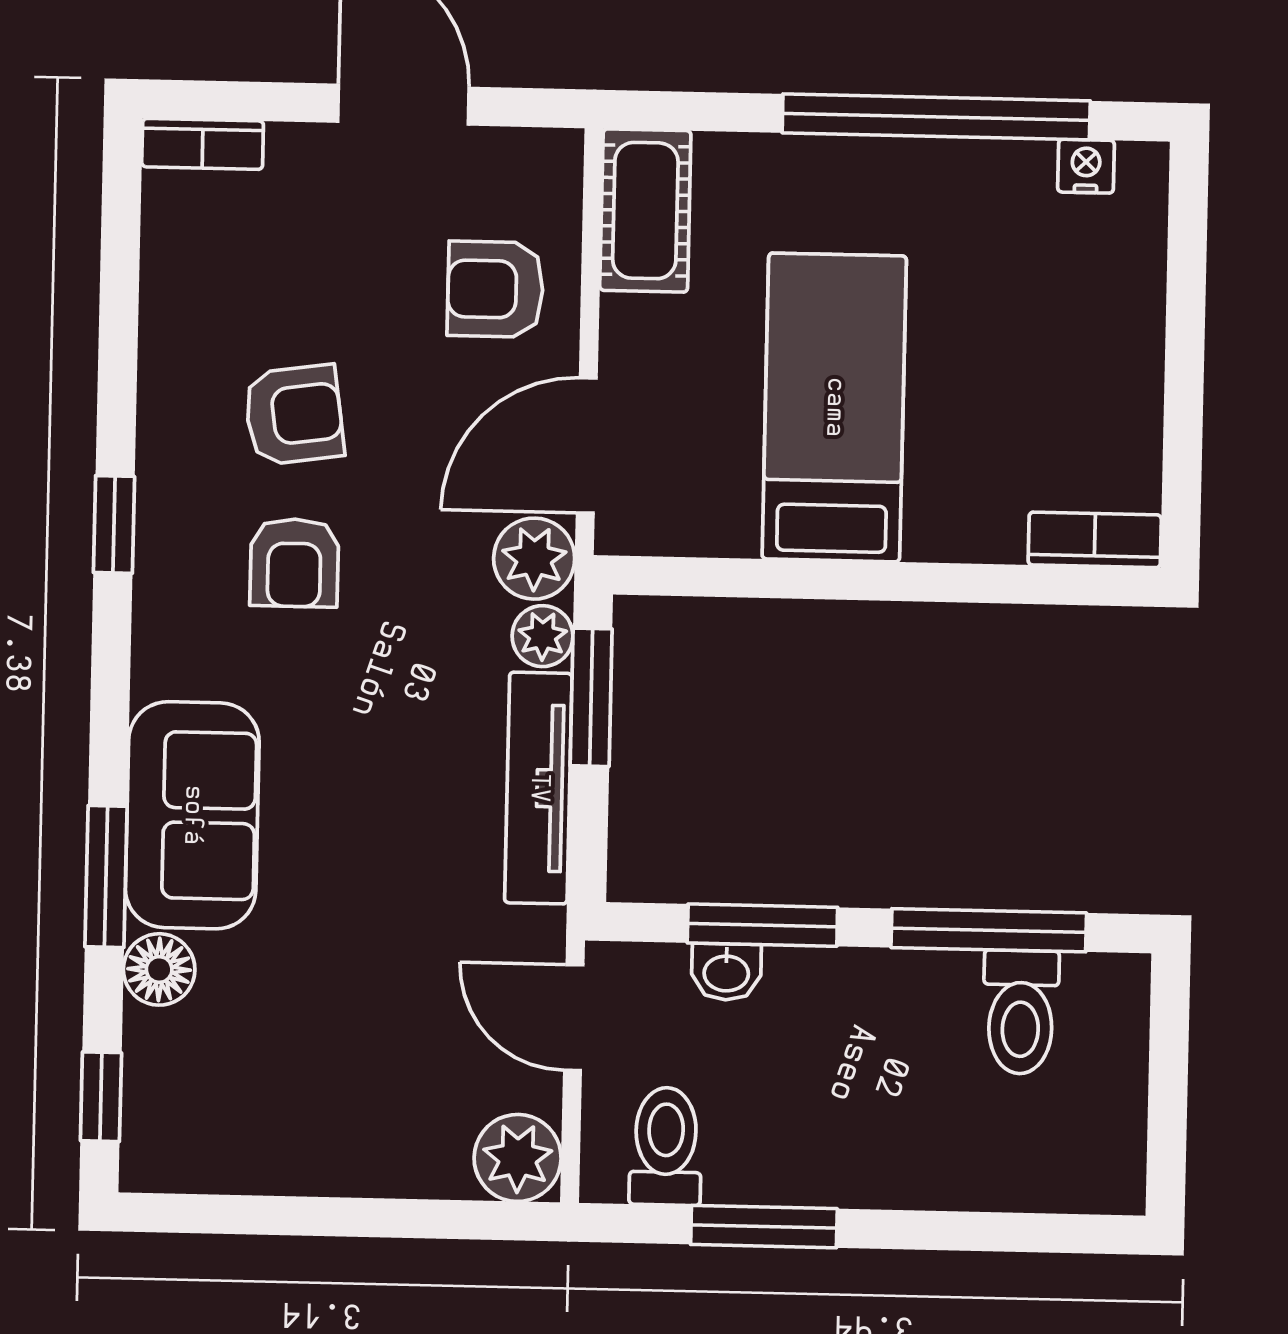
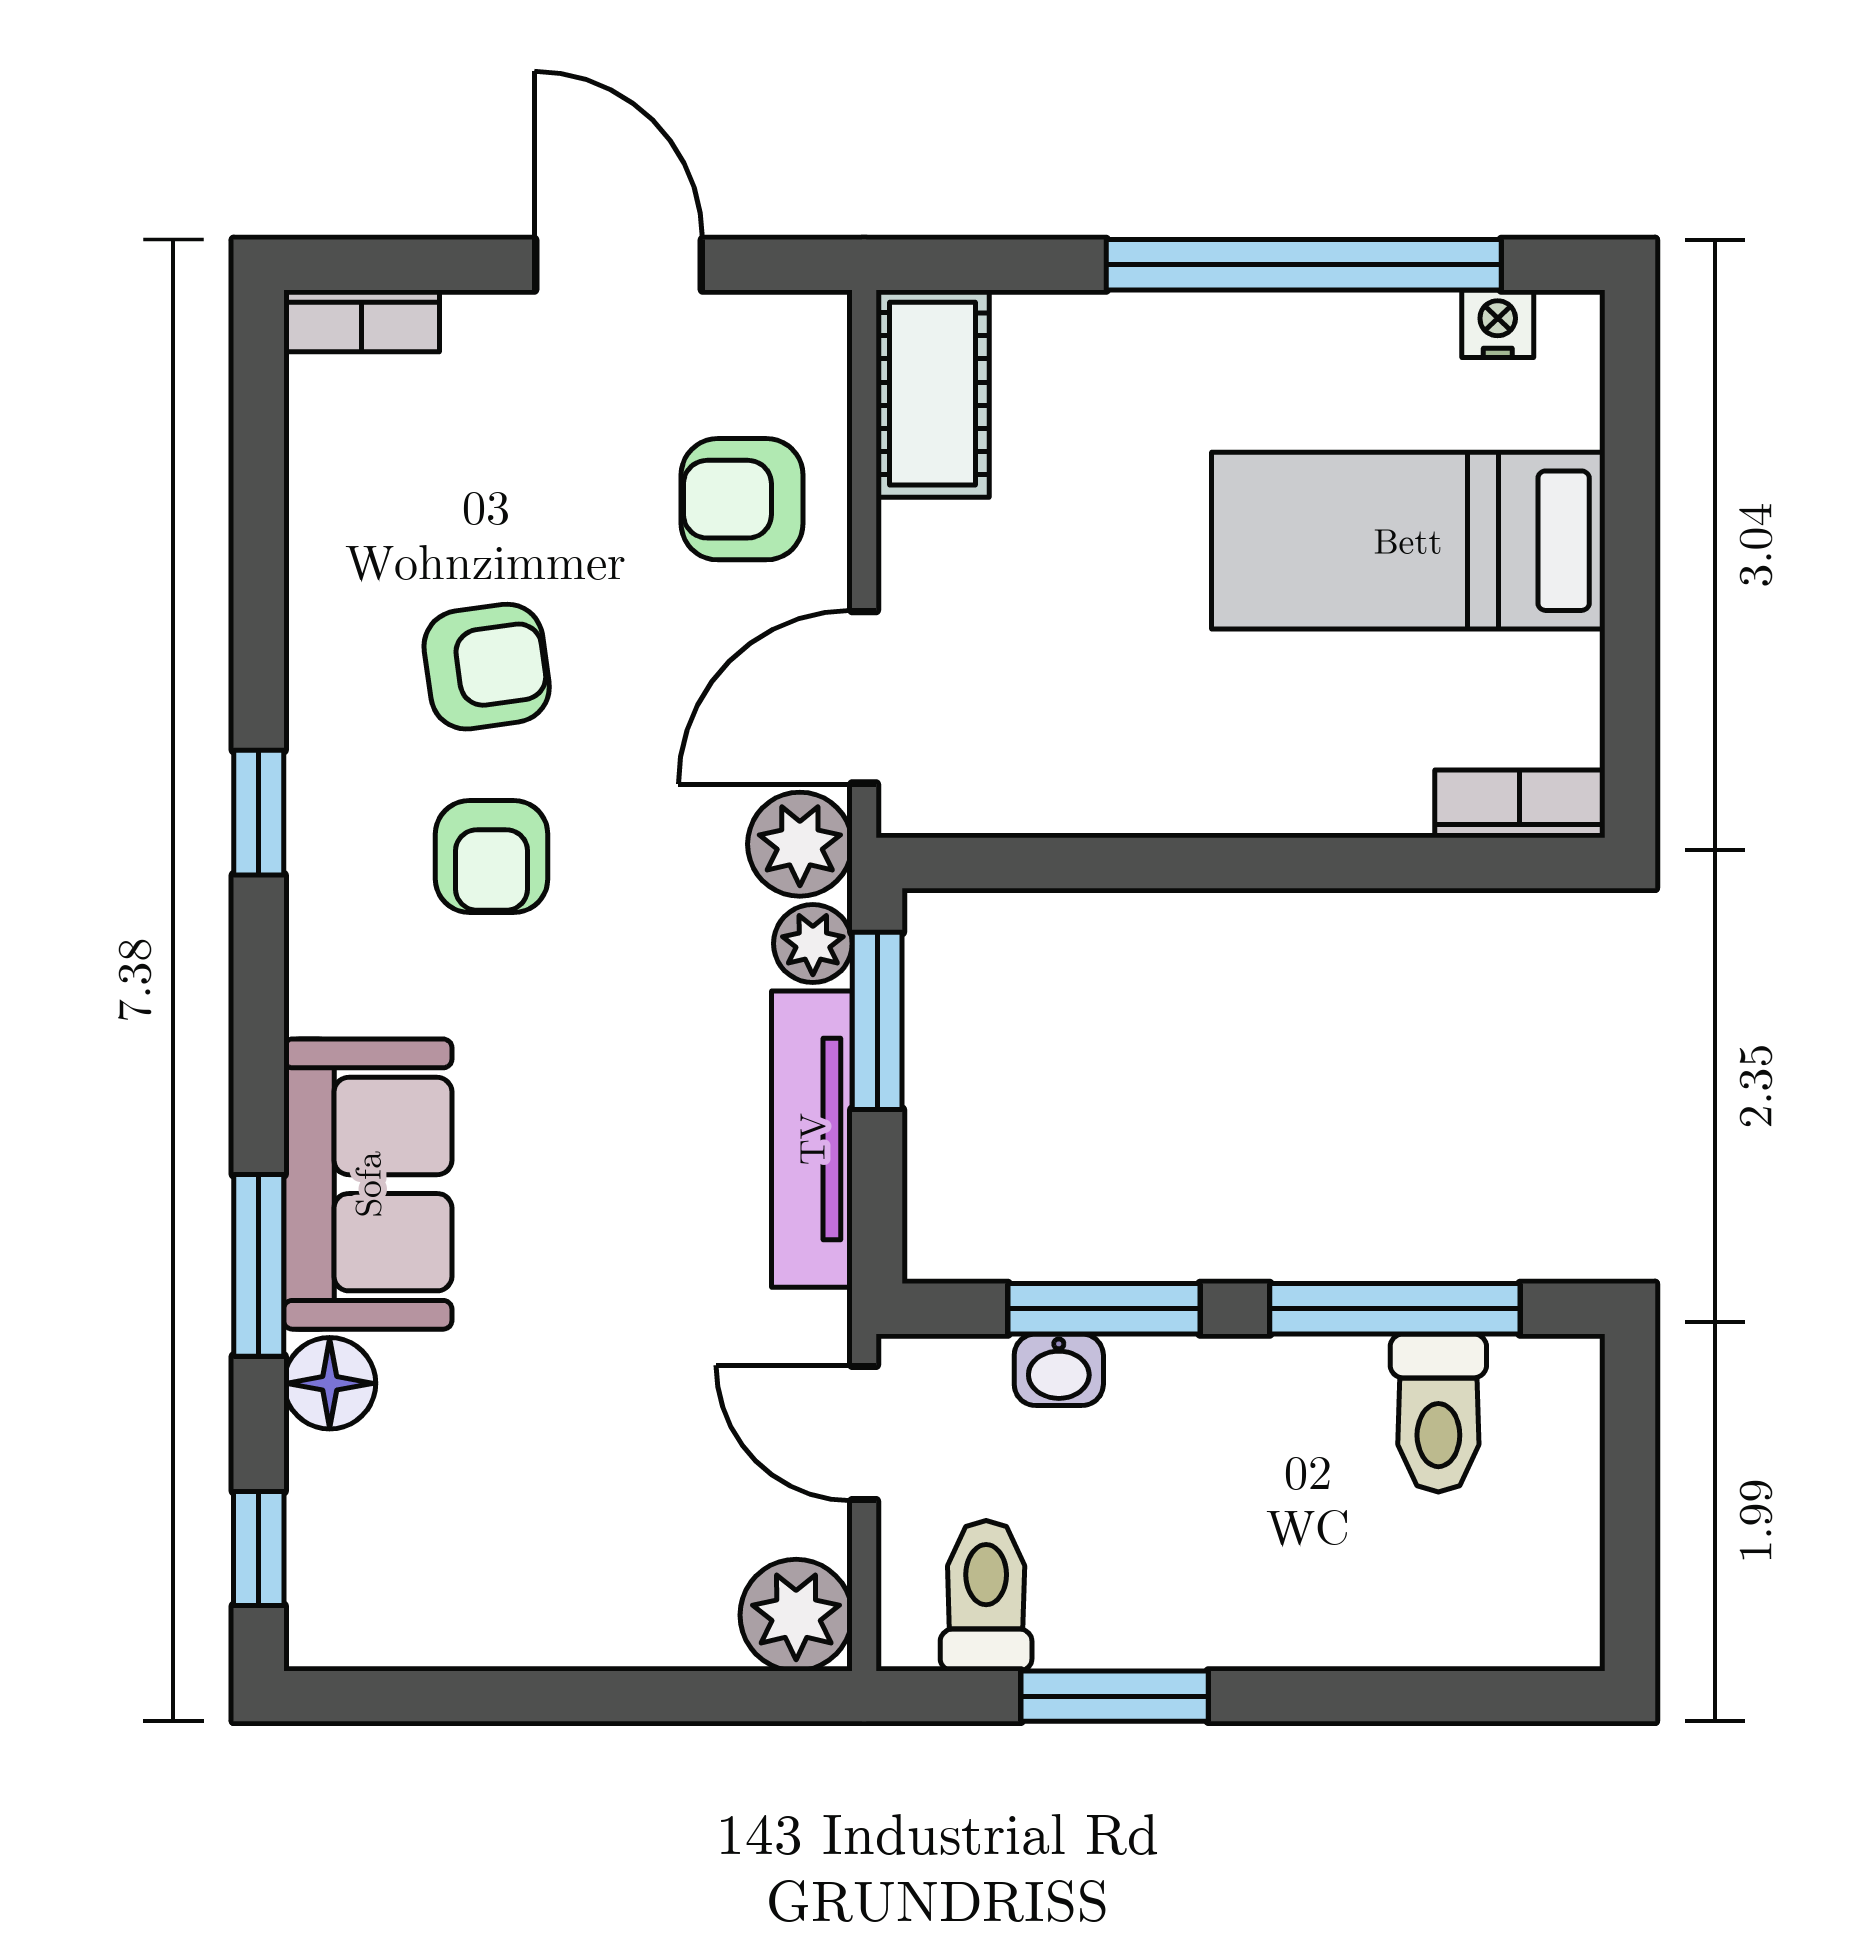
bed: (834, 407) -> (1408, 541), moved, turned -90

